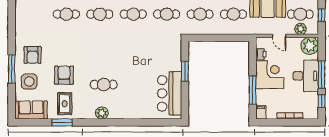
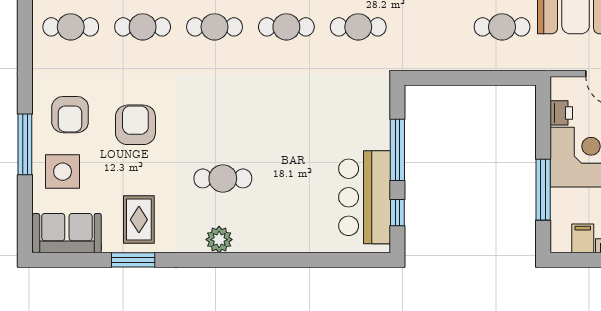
cafe table: (200, 14) -> (71, 27), moved
window: (185, 71) -> (397, 150), width x1.44
armchair: (64, 75) -> (135, 125), moved
window: (185, 101) -> (397, 213), added
filing cabinet: (261, 112) -> (583, 238), moved

